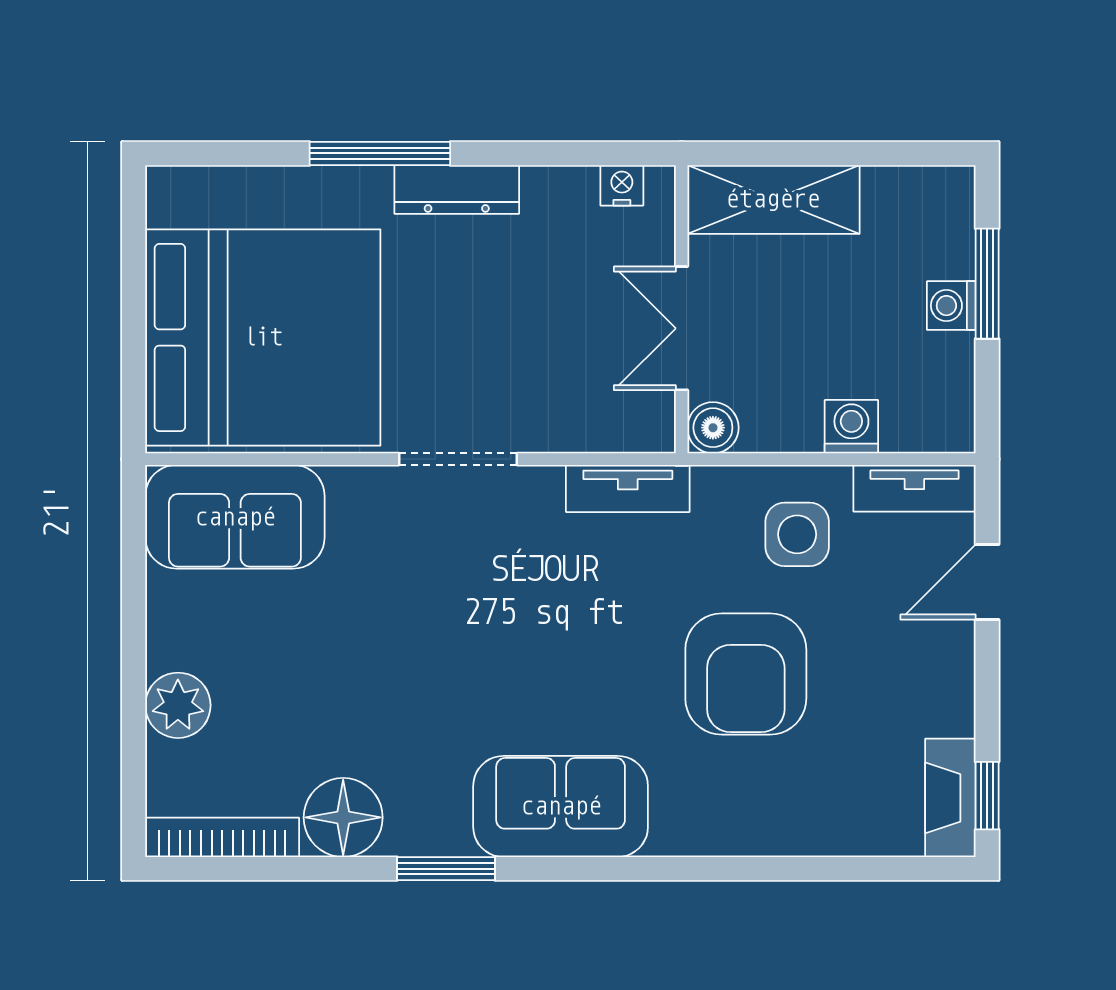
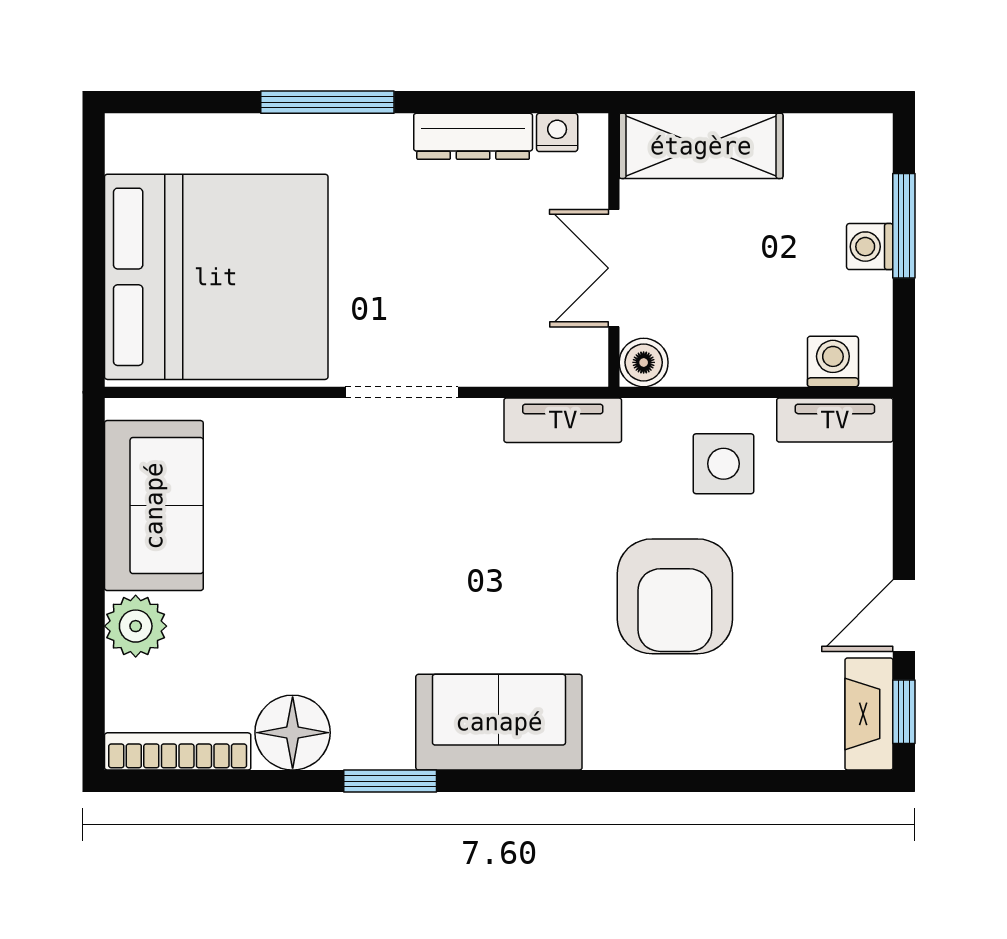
dresser: (457, 189) -> (473, 136), moved
washing machine: (851, 427) -> (833, 362), moved
sofa: (235, 517) -> (154, 506), moved, turned -90
door: (987, 582) -> (904, 616), moved

